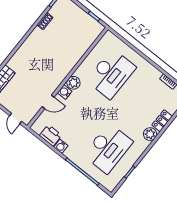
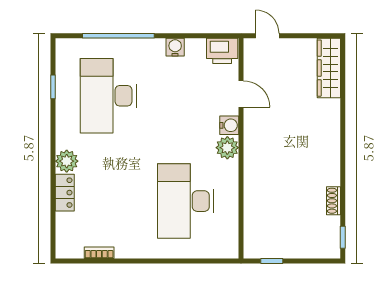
door: (48, 102) -> (241, 94), swing flipped
printer: (51, 135) -> (222, 51), moved

